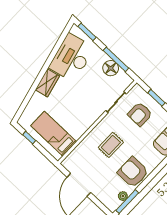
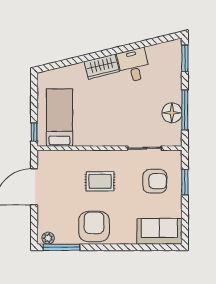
desk: (72, 58) -> (134, 65), width x0.53, depth x0.77
armchair: (140, 114) -> (155, 181), turned 180
window: (29, 138) -> (34, 132), moved
plant: (123, 196) -> (48, 238), moved

